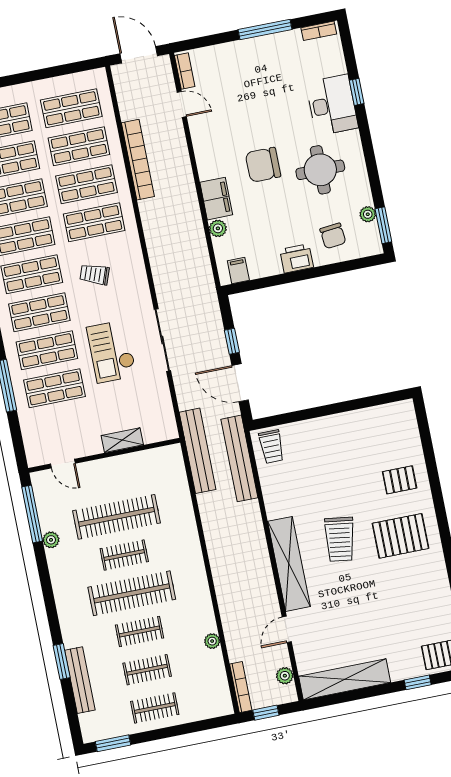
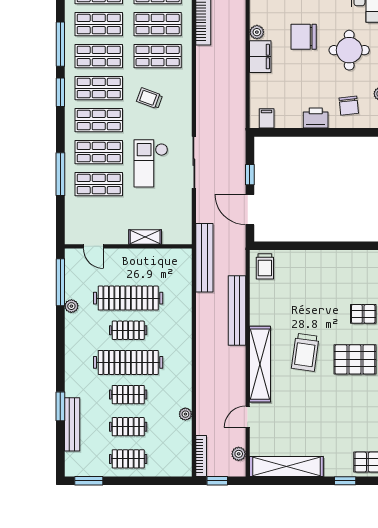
plant: (218, 228) -> (257, 32), moved
bench: (239, 458) -> (237, 310), moved

